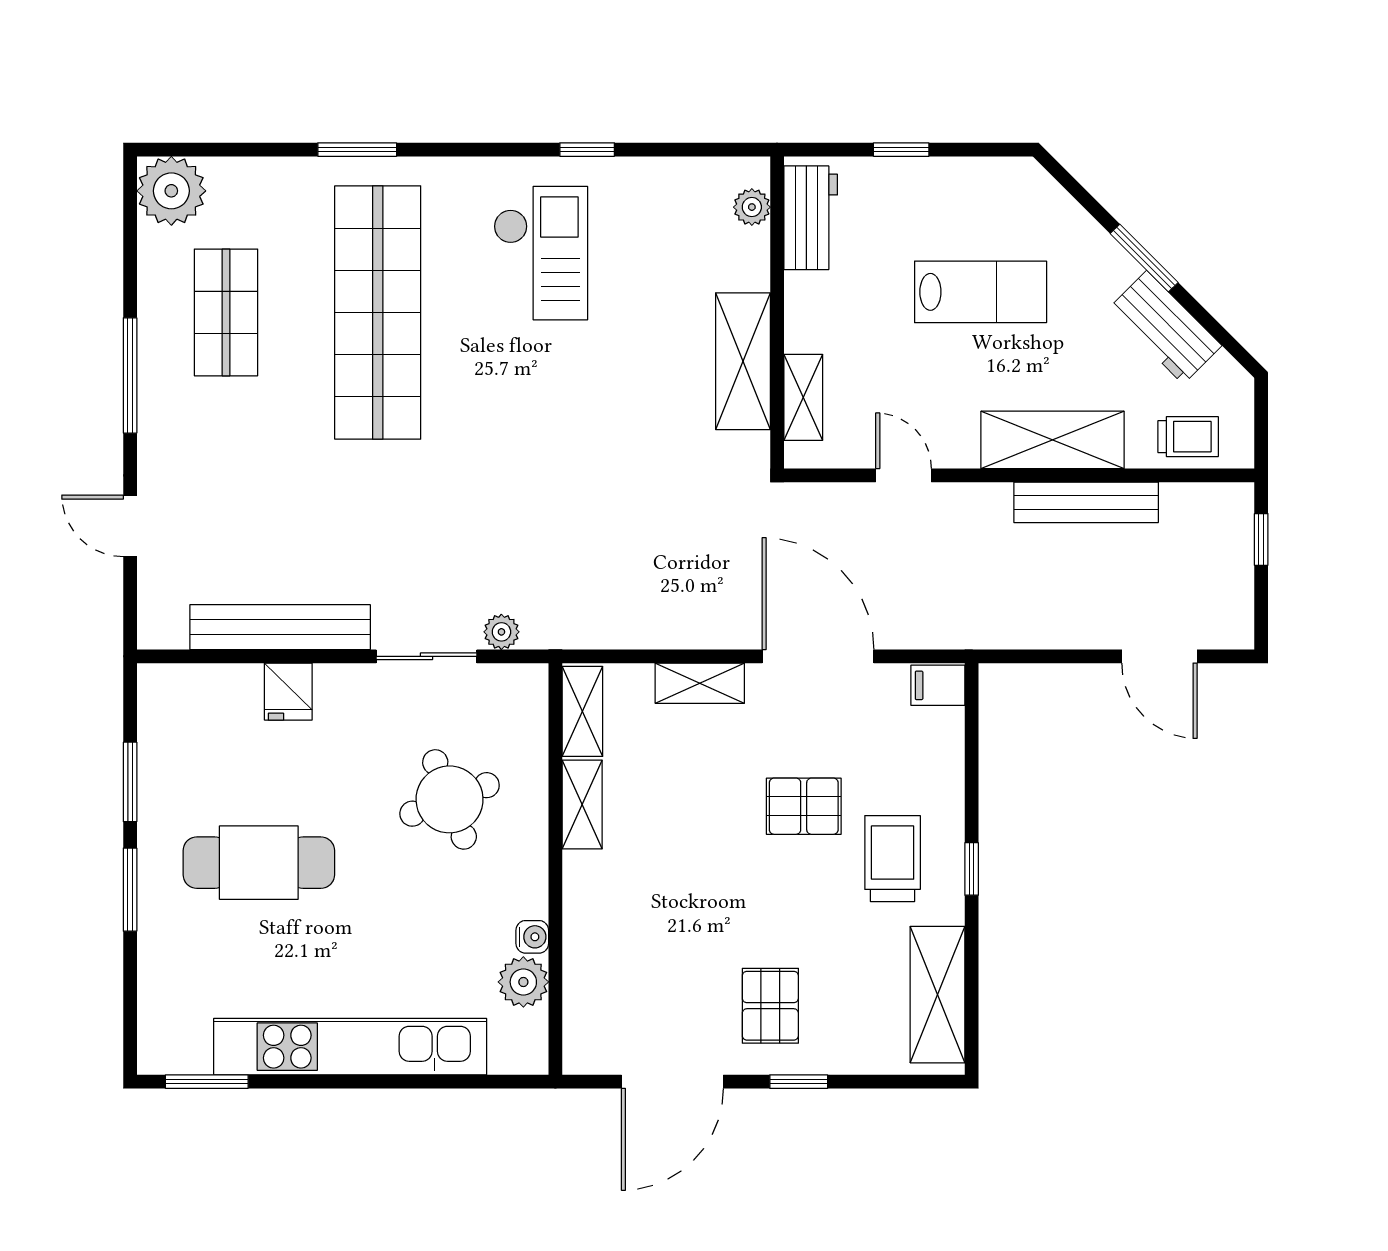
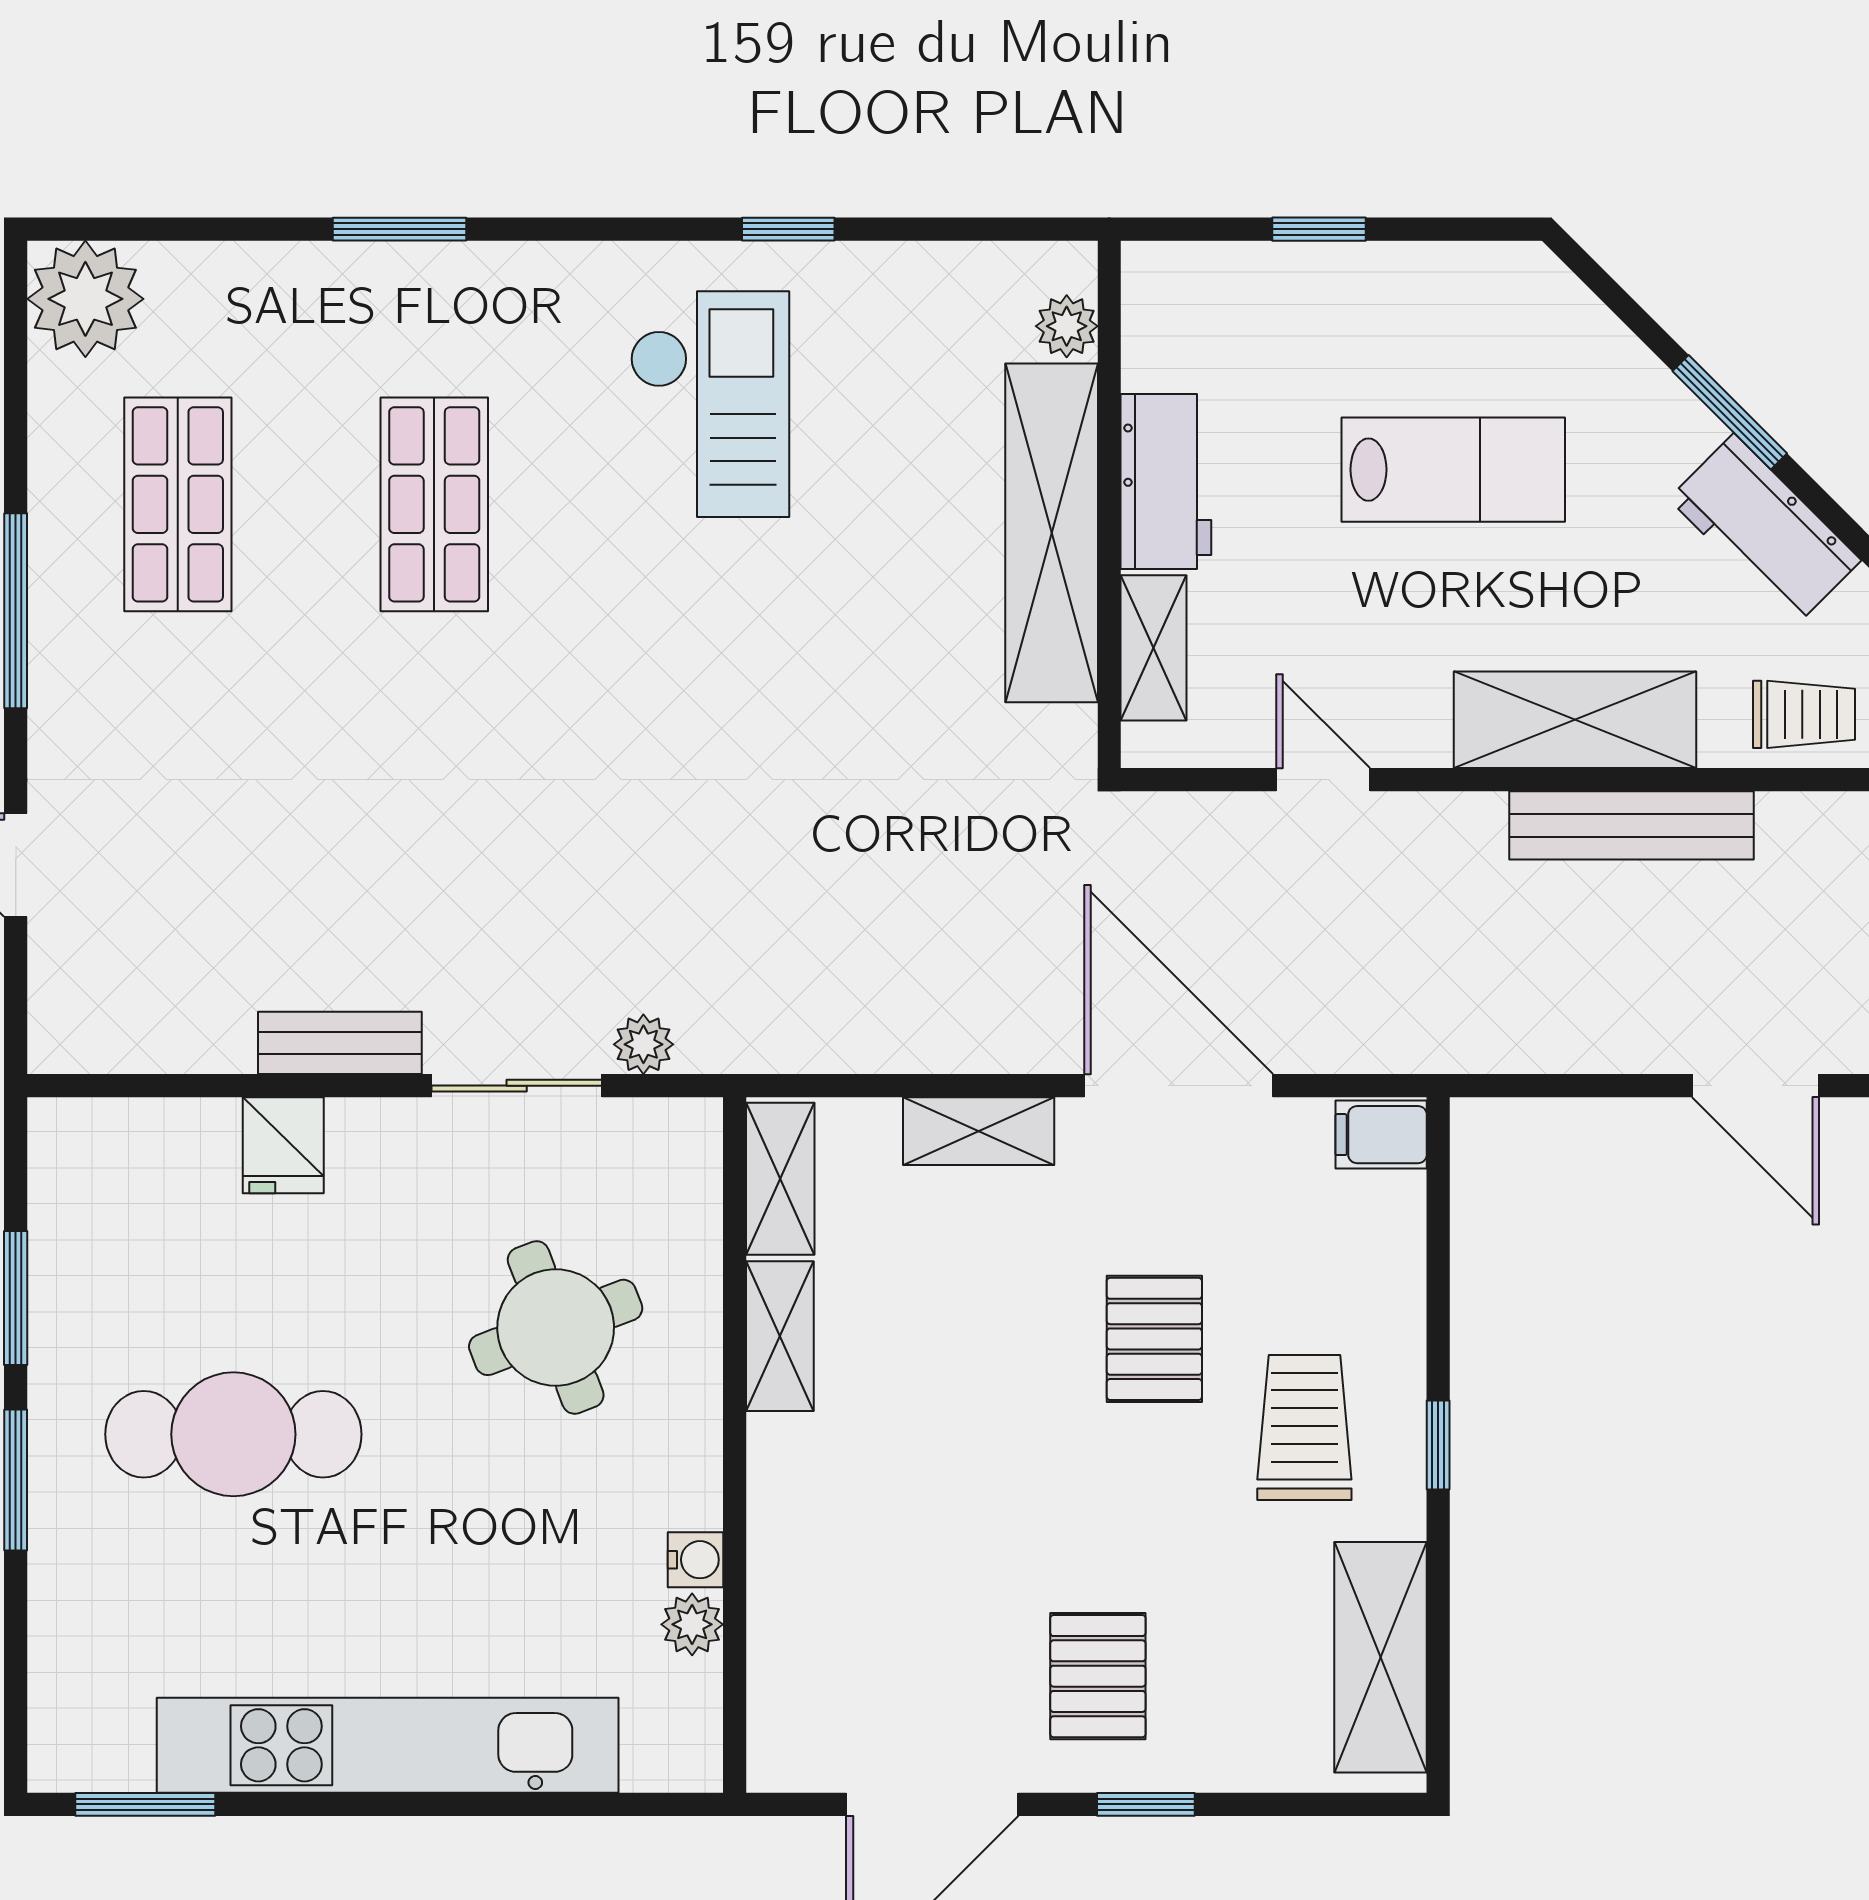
workbench: (811, 218) -> (1166, 481), moved
shop shelf: (378, 312) -> (434, 504), width x0.50, depth x0.74
shelving: (743, 361) -> (1052, 533), width x1.47
bench: (280, 627) -> (340, 1043), width x0.54, depth x0.82
pallet: (804, 806) -> (1154, 1339), turned 90
plant: (523, 982) -> (692, 1624), width x0.73, depth x0.73

